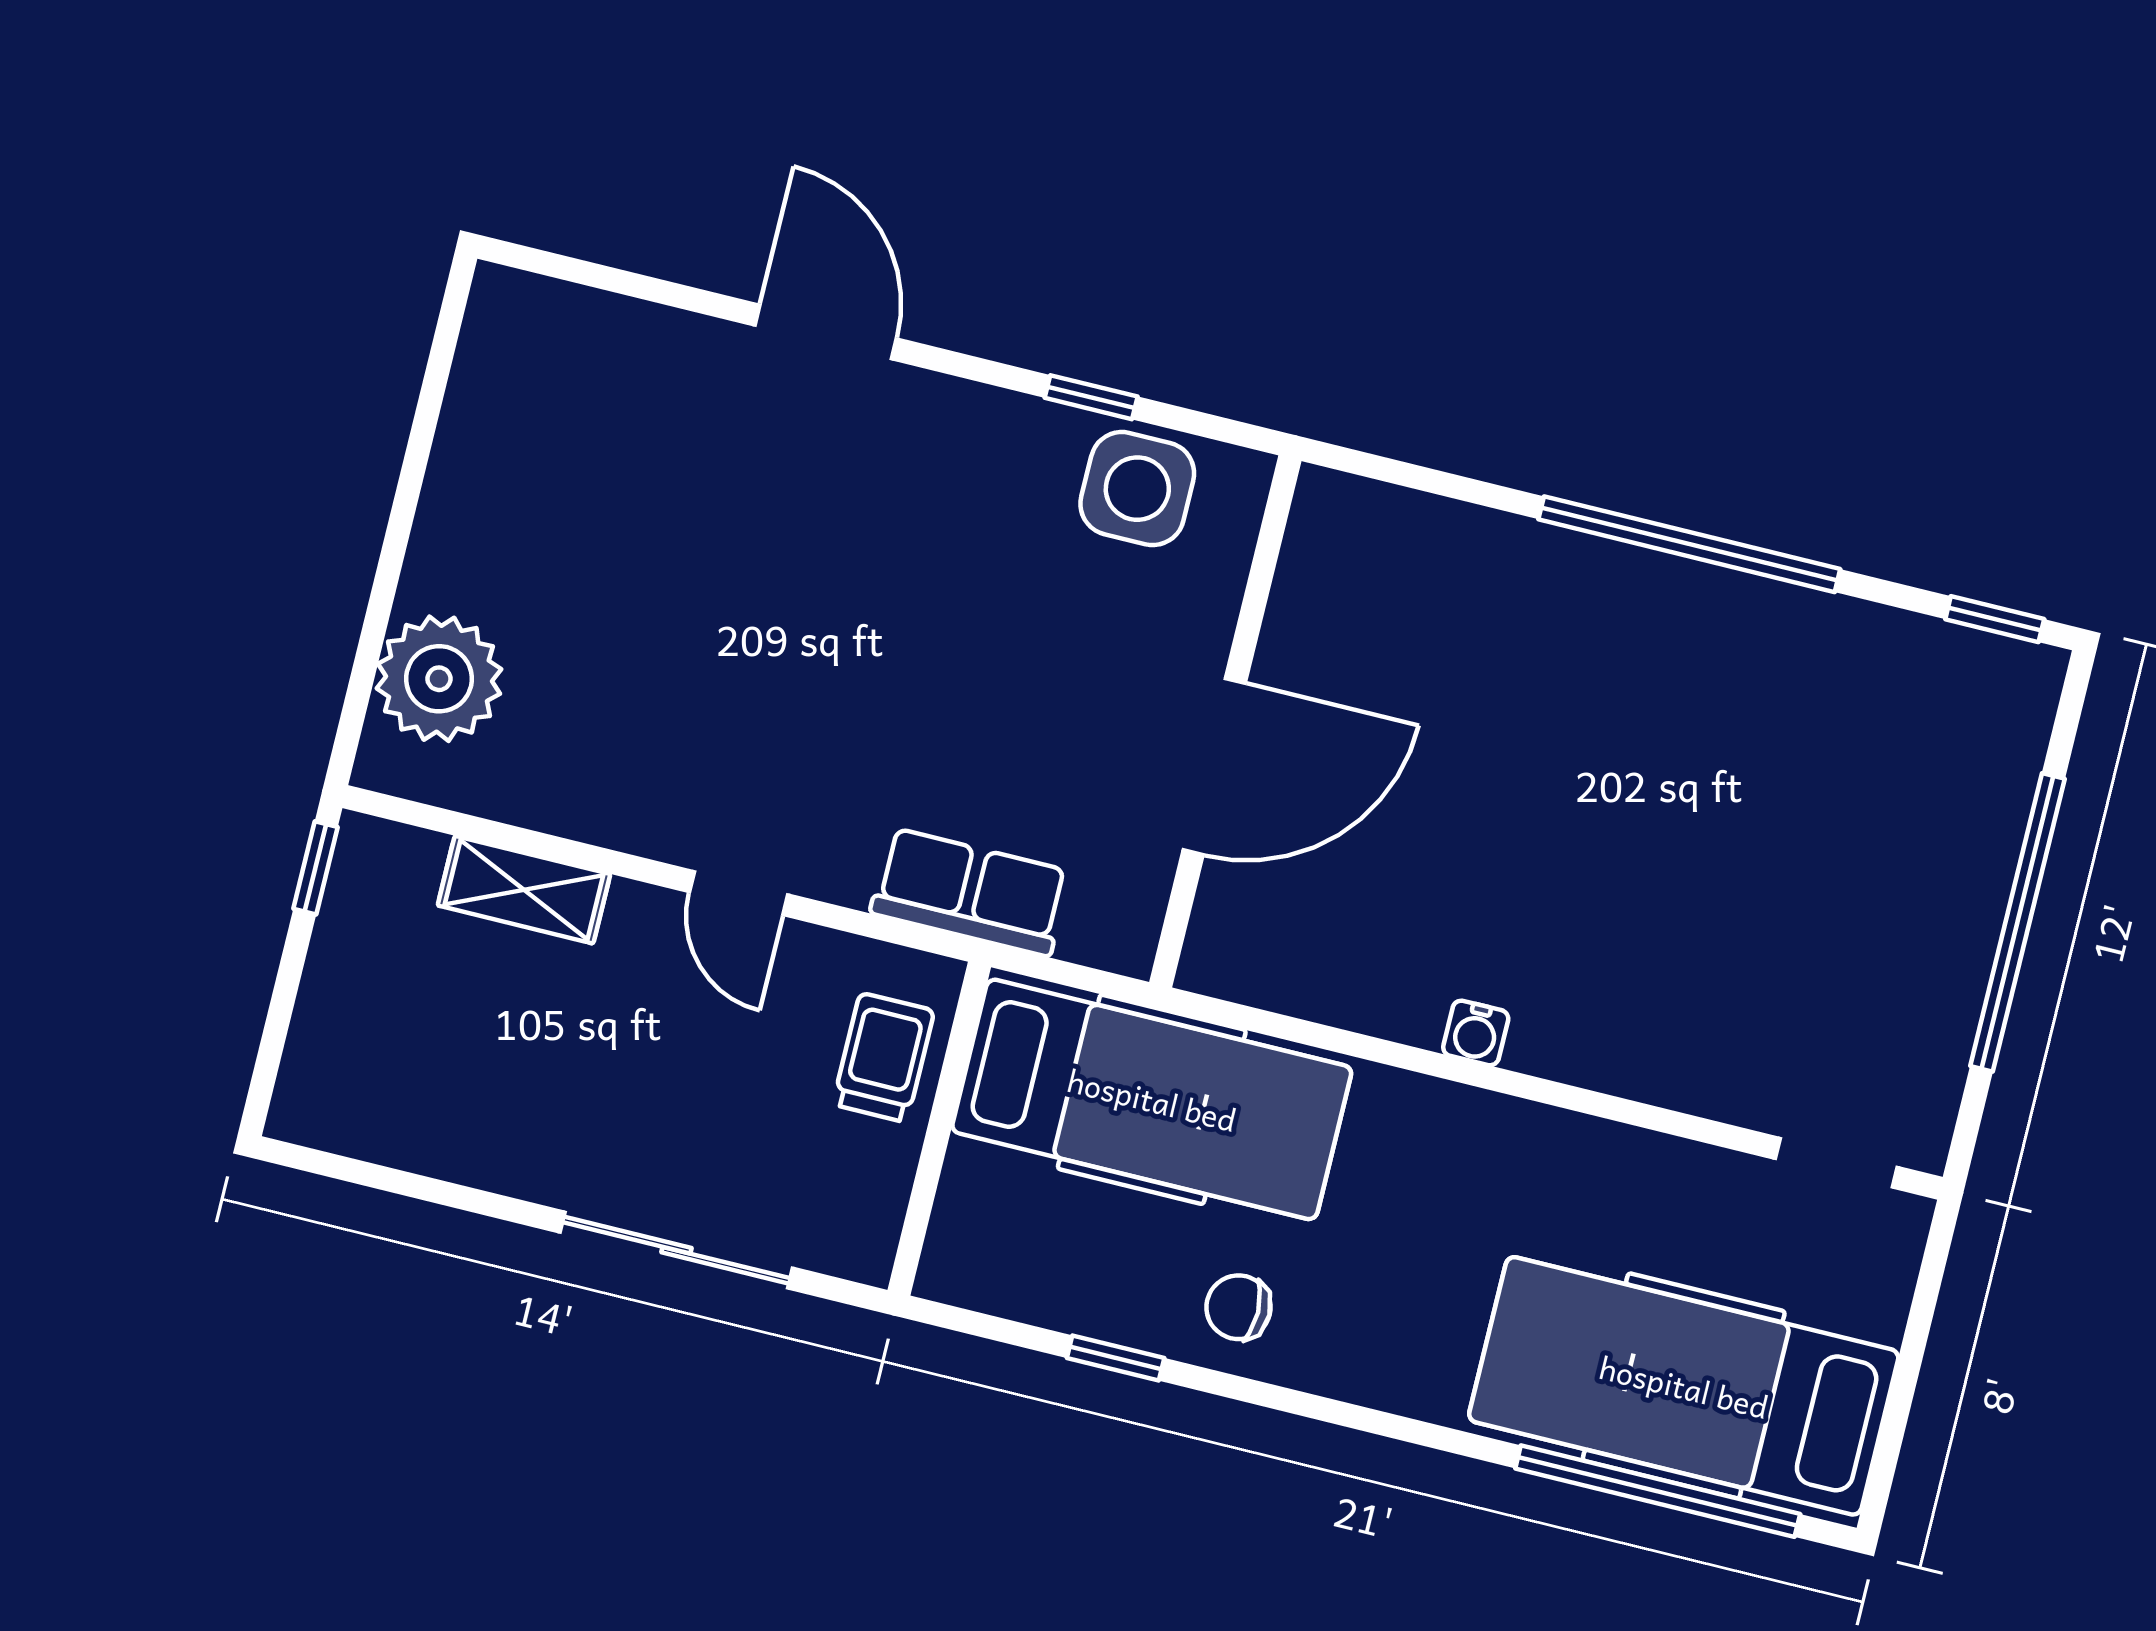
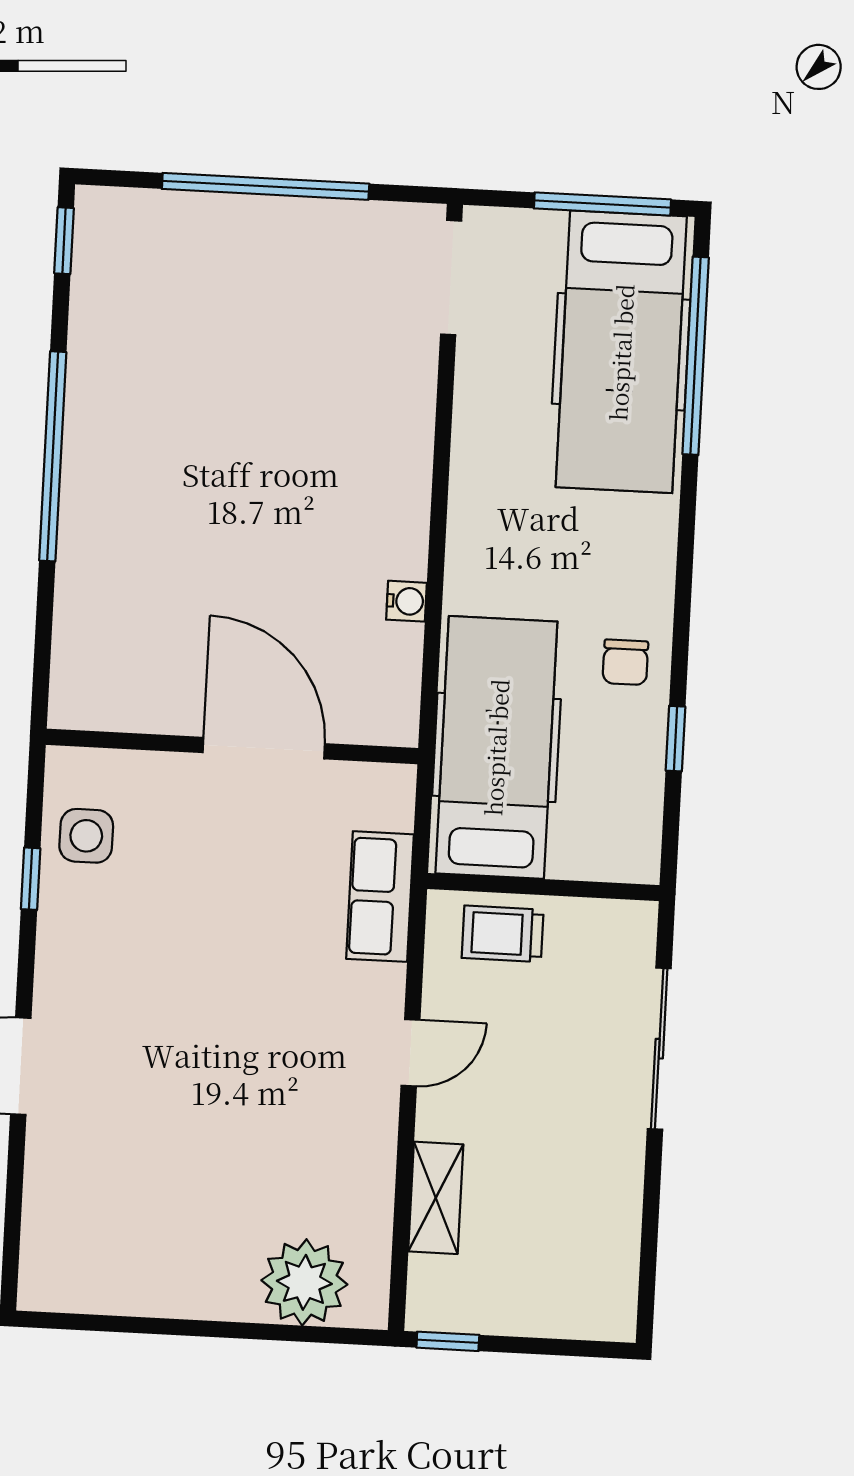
side table: (1137, 489) -> (86, 836), width x0.73, depth x0.73
water cooler: (1476, 1033) -> (407, 601), moved
doorway: (1836, 1163) -> (451, 278), width x1.38
window: (1900, 1399) -> (602, 204), added

